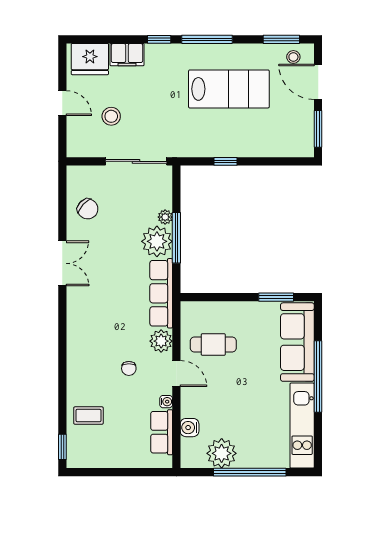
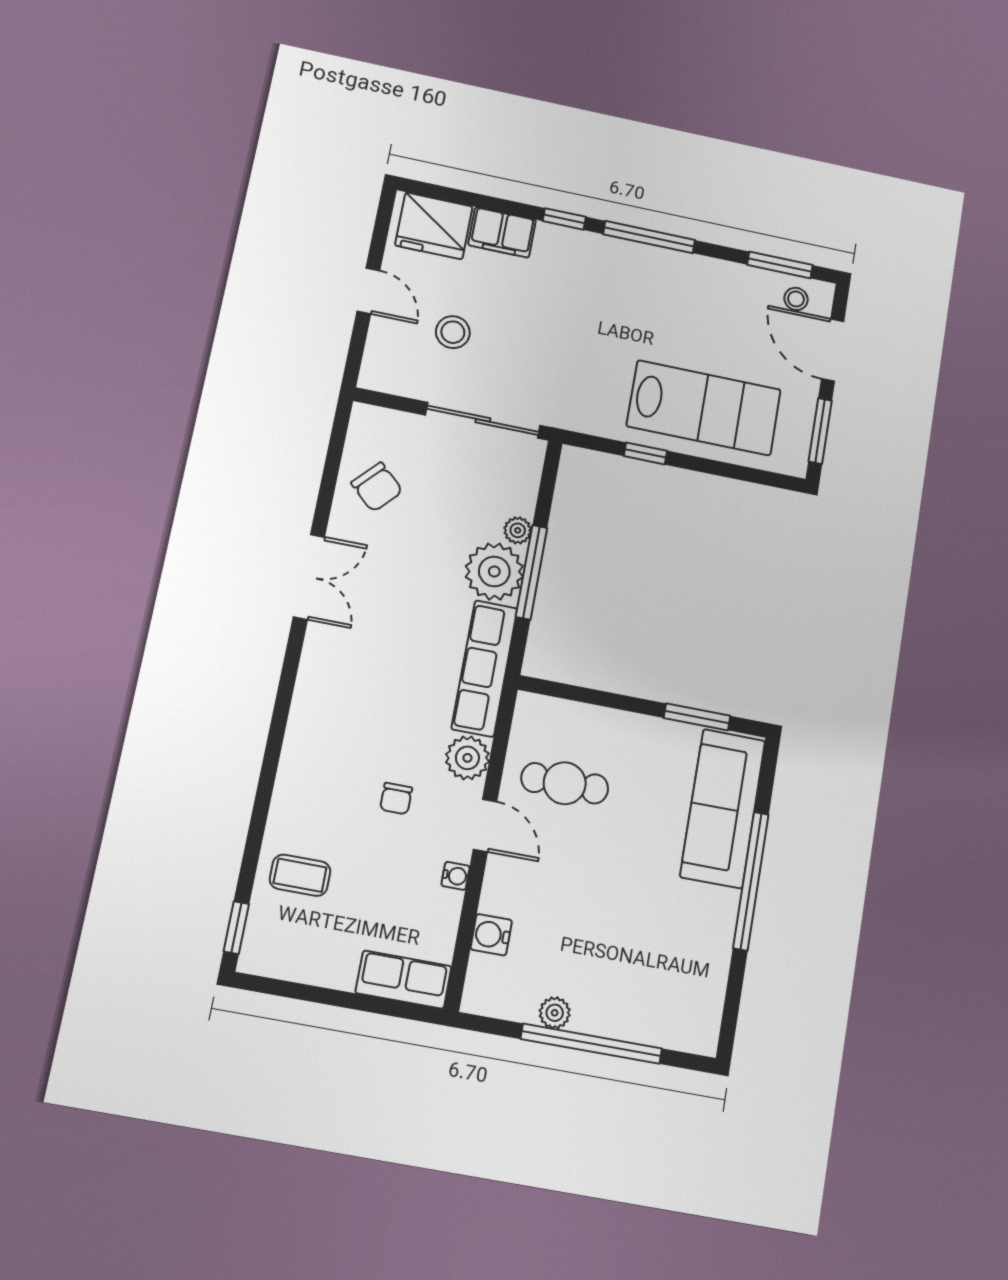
lab bench: (229, 89) -> (704, 408), moved
kitchen unit: (302, 426) -> (706, 970), removed
row of seats: (162, 432) -> (403, 980), moved, turned 90
plant: (222, 453) -> (555, 1013), width x0.53, depth x0.53

